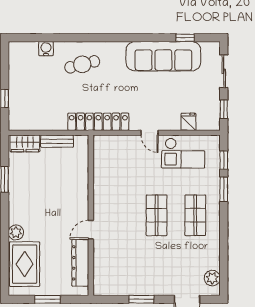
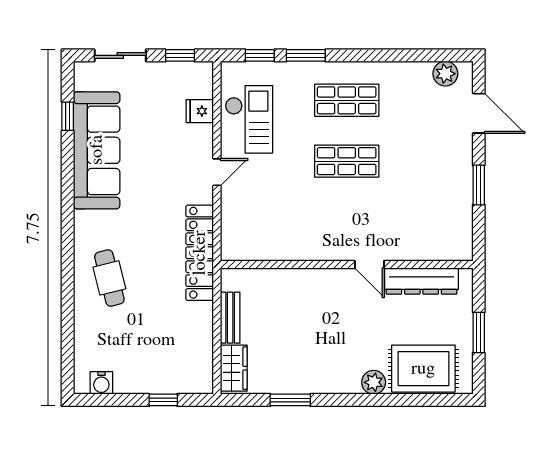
water cooler: (46, 49) -> (101, 383), moved, turned -90

